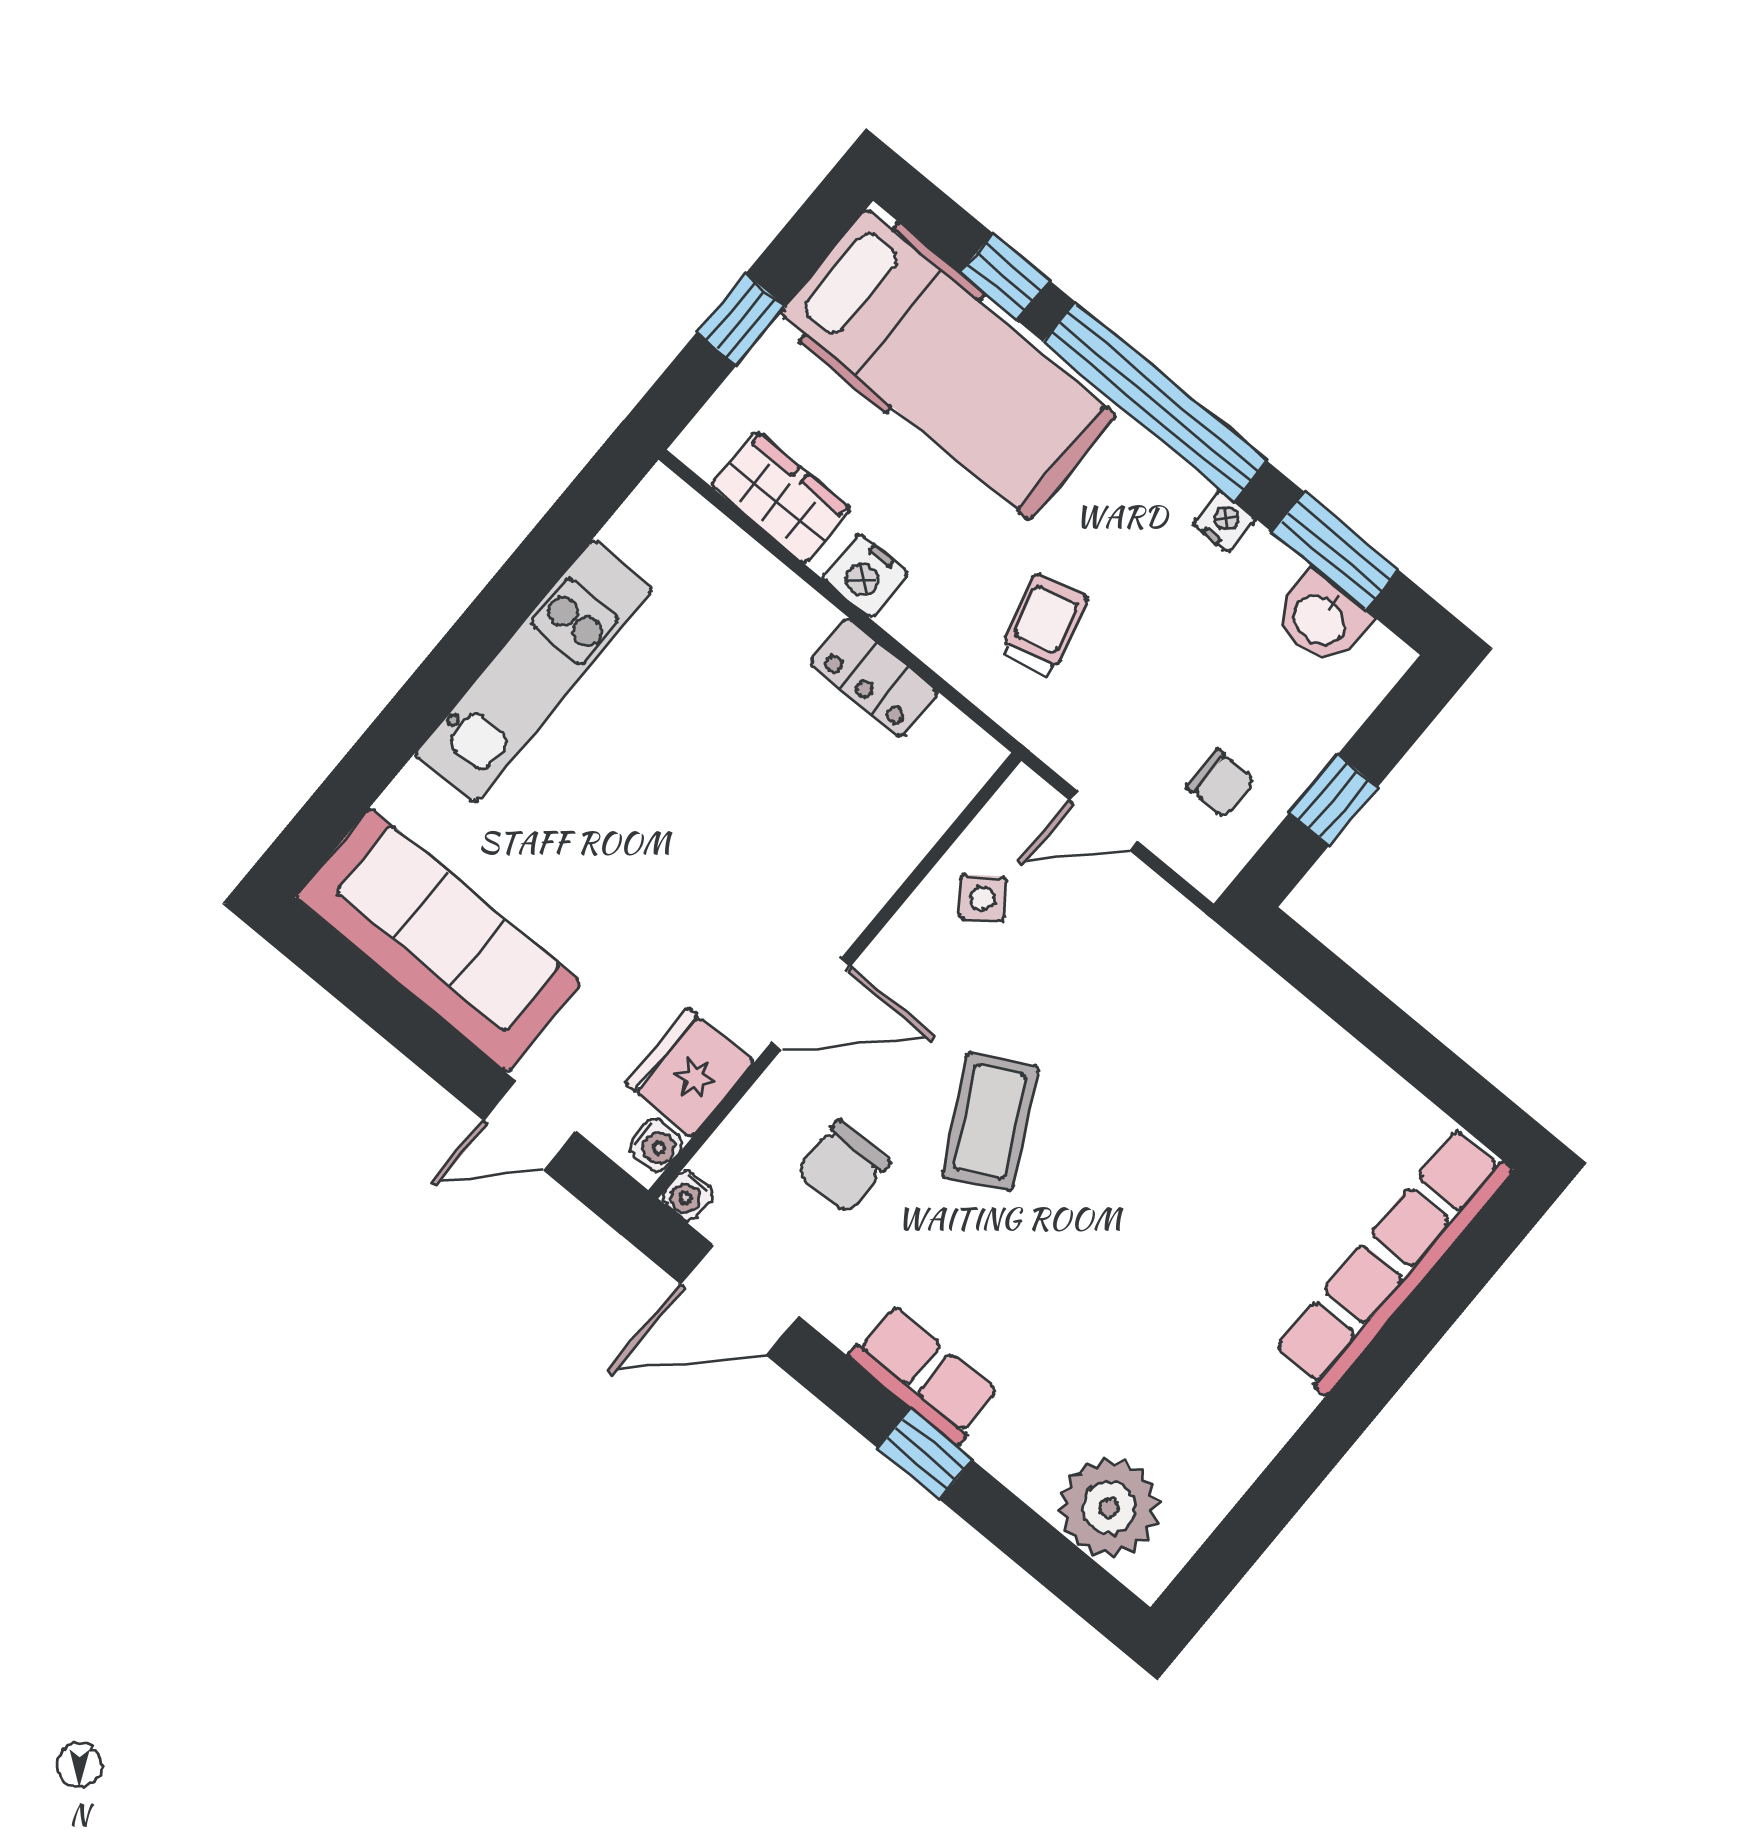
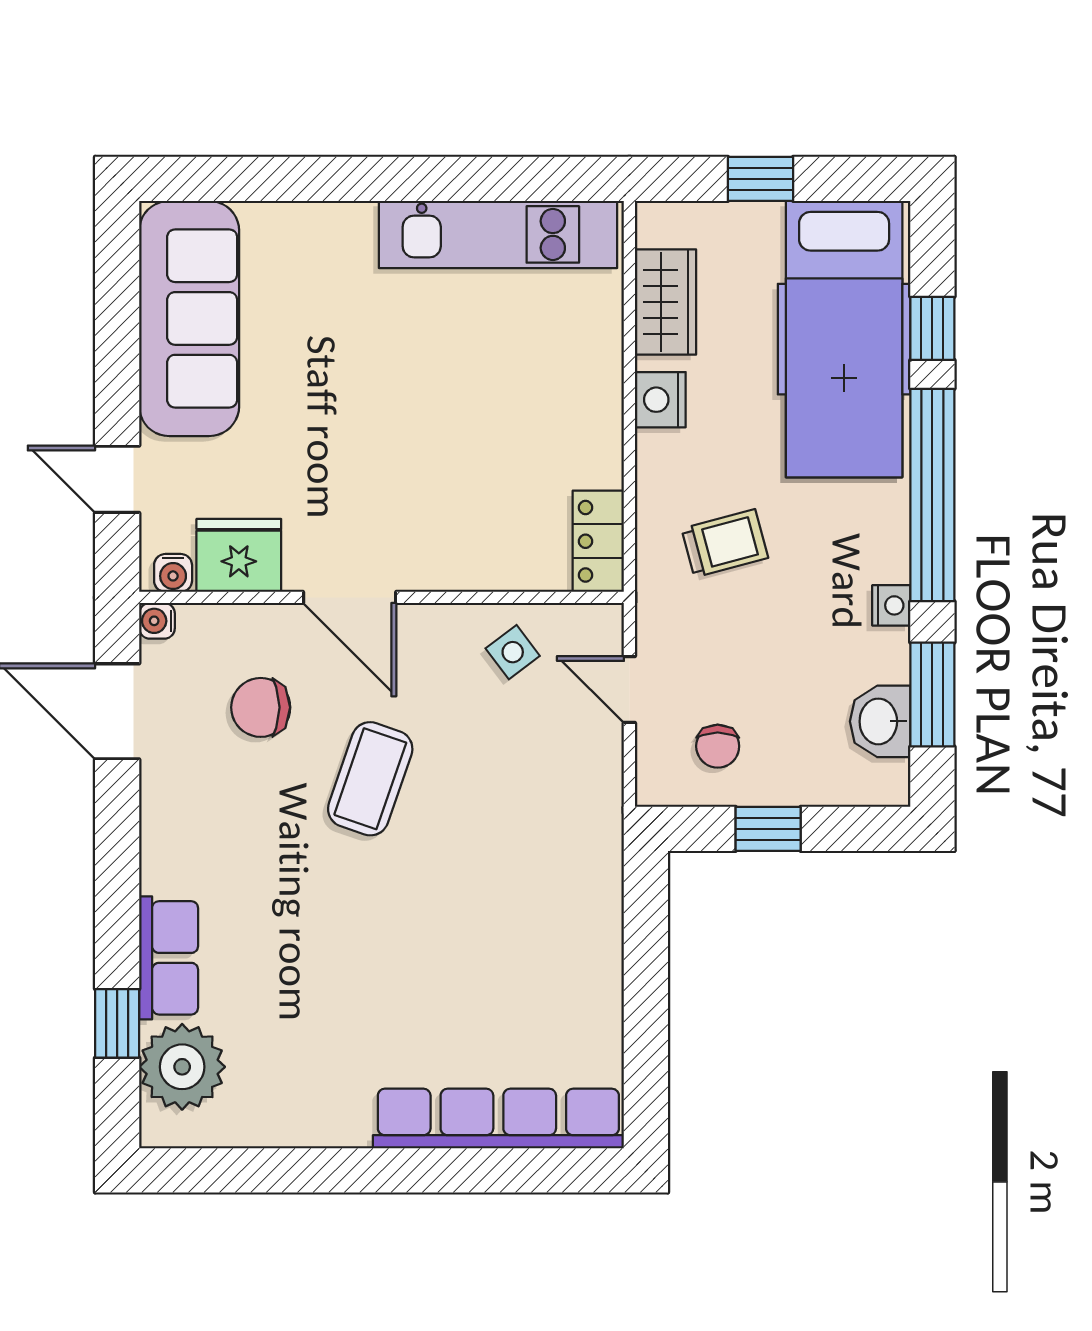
kitchen unit: (534, 671) -> (498, 234), moved
locker: (874, 678) -> (598, 541), moved
coffee table: (990, 1122) -> (370, 779), turned -43
row of seats: (924, 1375) -> (169, 958), moved
window: (925, 1454) -> (117, 1023), moved

